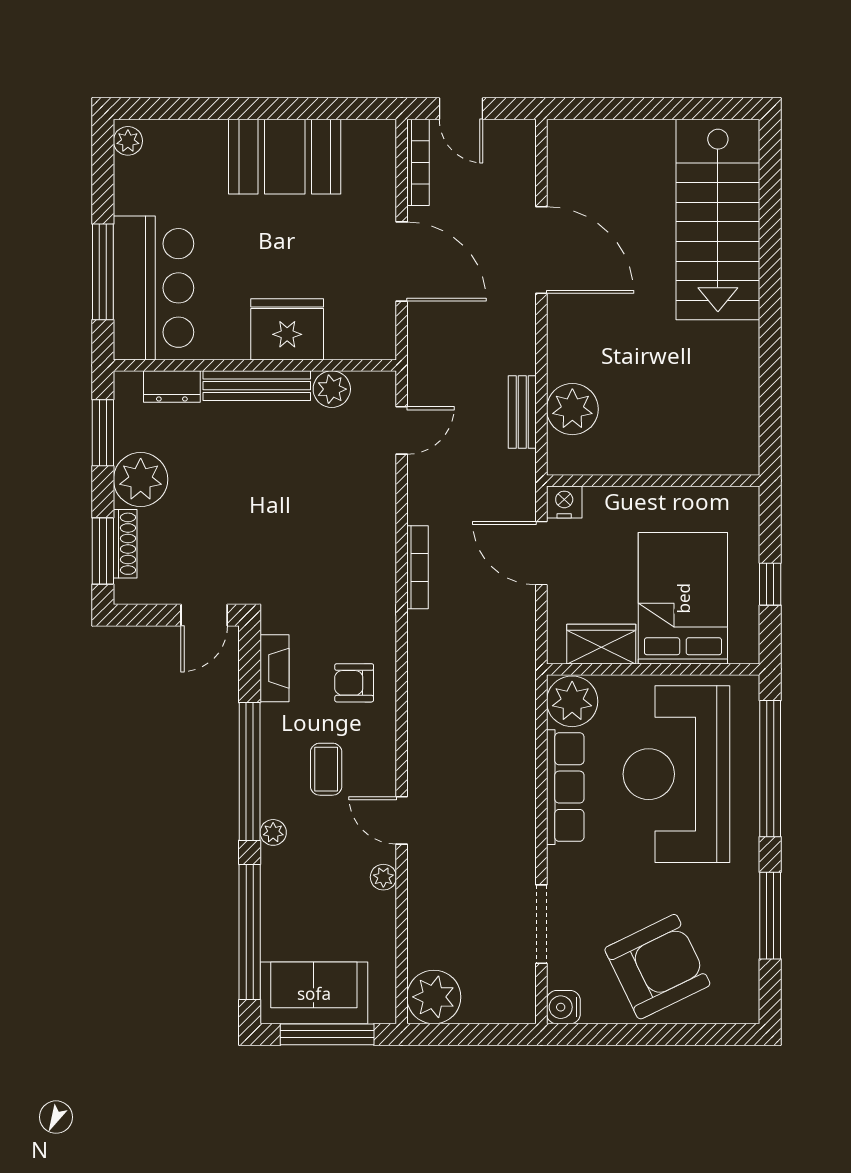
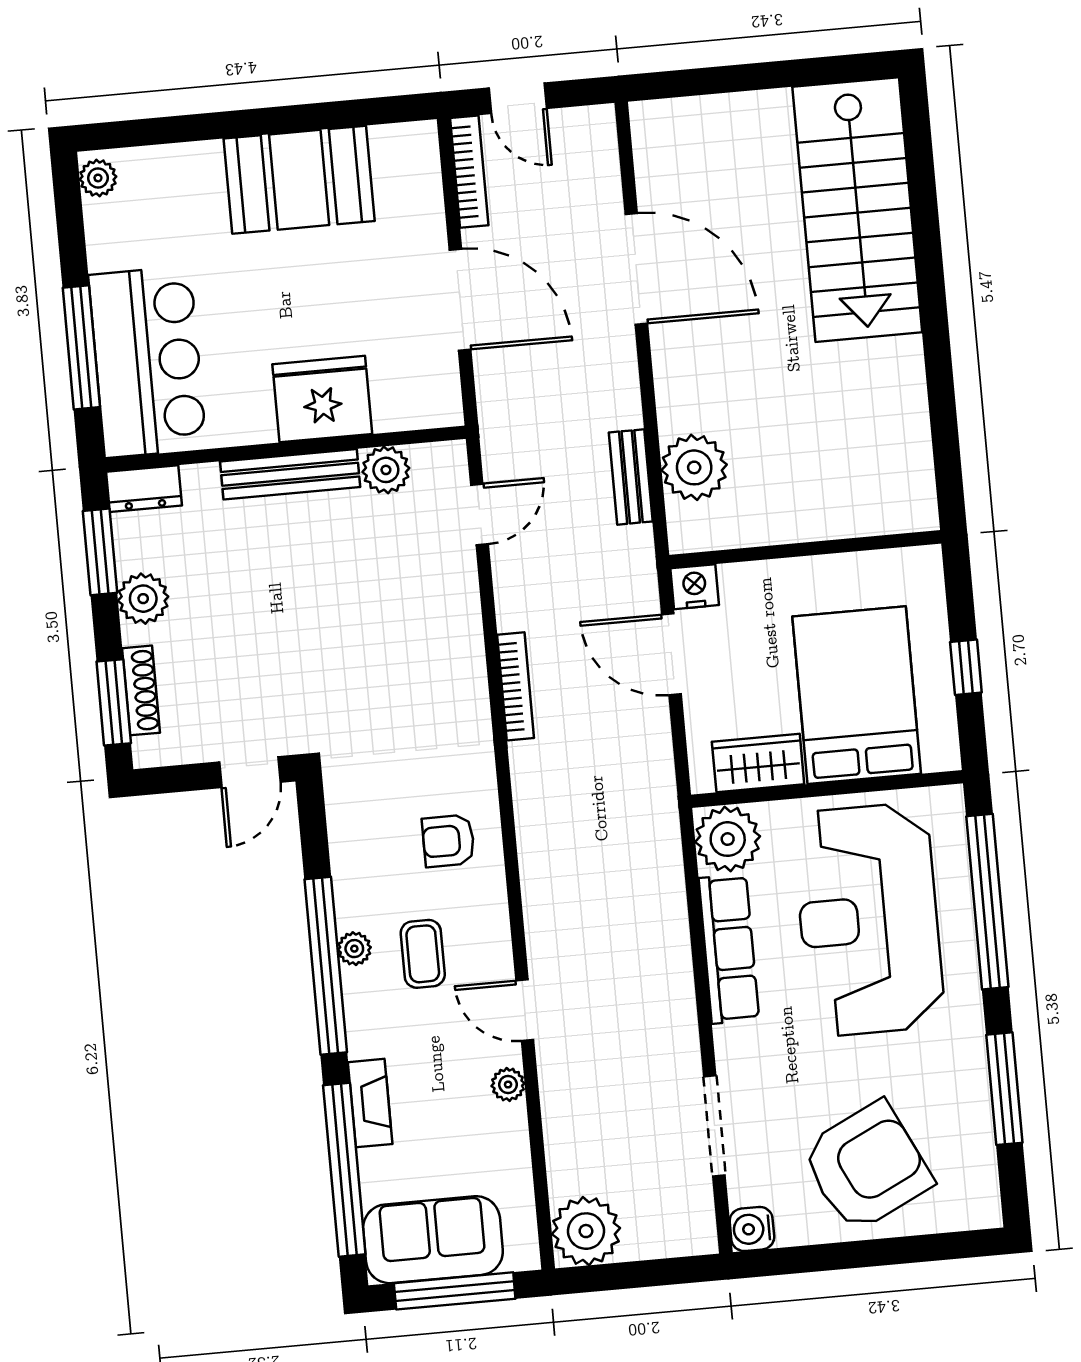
dresser: (172, 387) -> (144, 489), moved
plant: (141, 479) -> (143, 599), width x0.73, depth x0.73
fireplace: (275, 668) -> (370, 1103), moved
plant: (273, 832) -> (354, 949), moved

